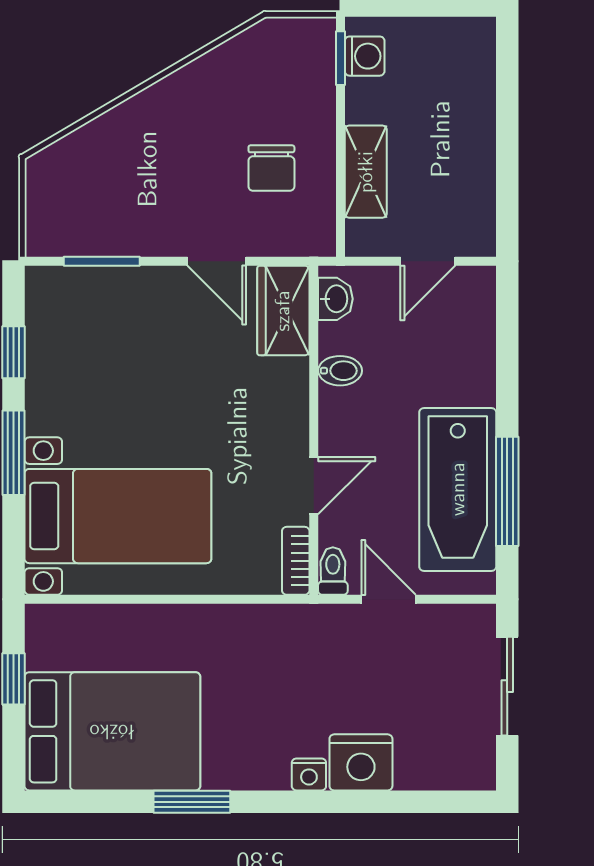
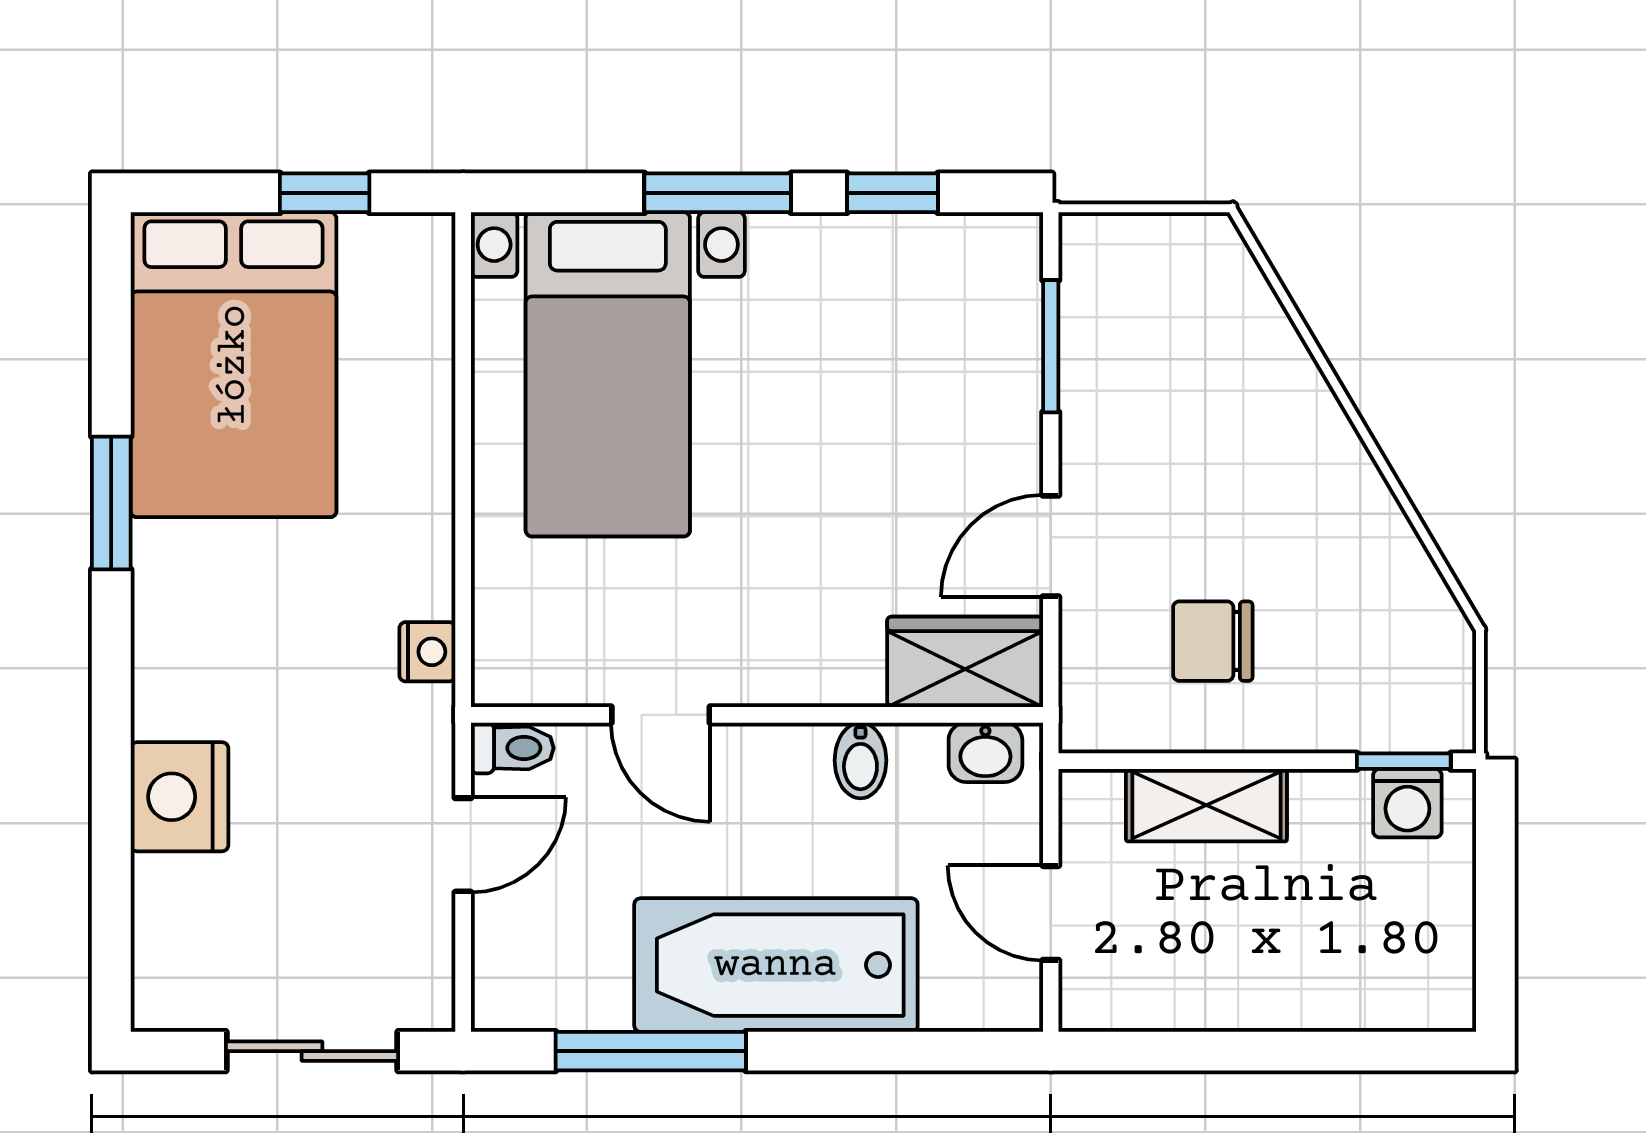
bathtub: (458, 489) -> (776, 965), moved
bookcase: (296, 561) -> (530, 683), removed
nightstand: (309, 774) -> (427, 652), moved, turned 180

